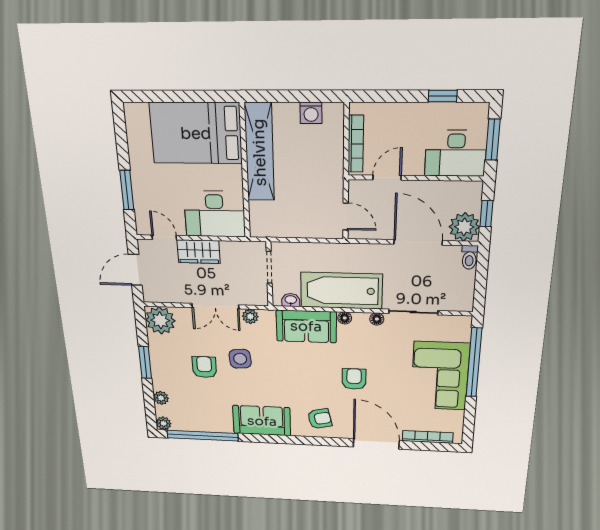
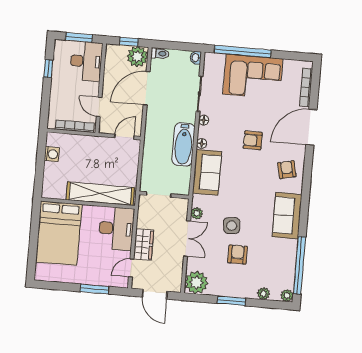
shelving: (259, 152) -> (100, 194), moved
bathtub: (341, 291) -> (183, 144), width x0.73, depth x0.73
washbasin: (291, 300) -> (196, 58), moved
armchair: (204, 367) -> (238, 254), turned 90

